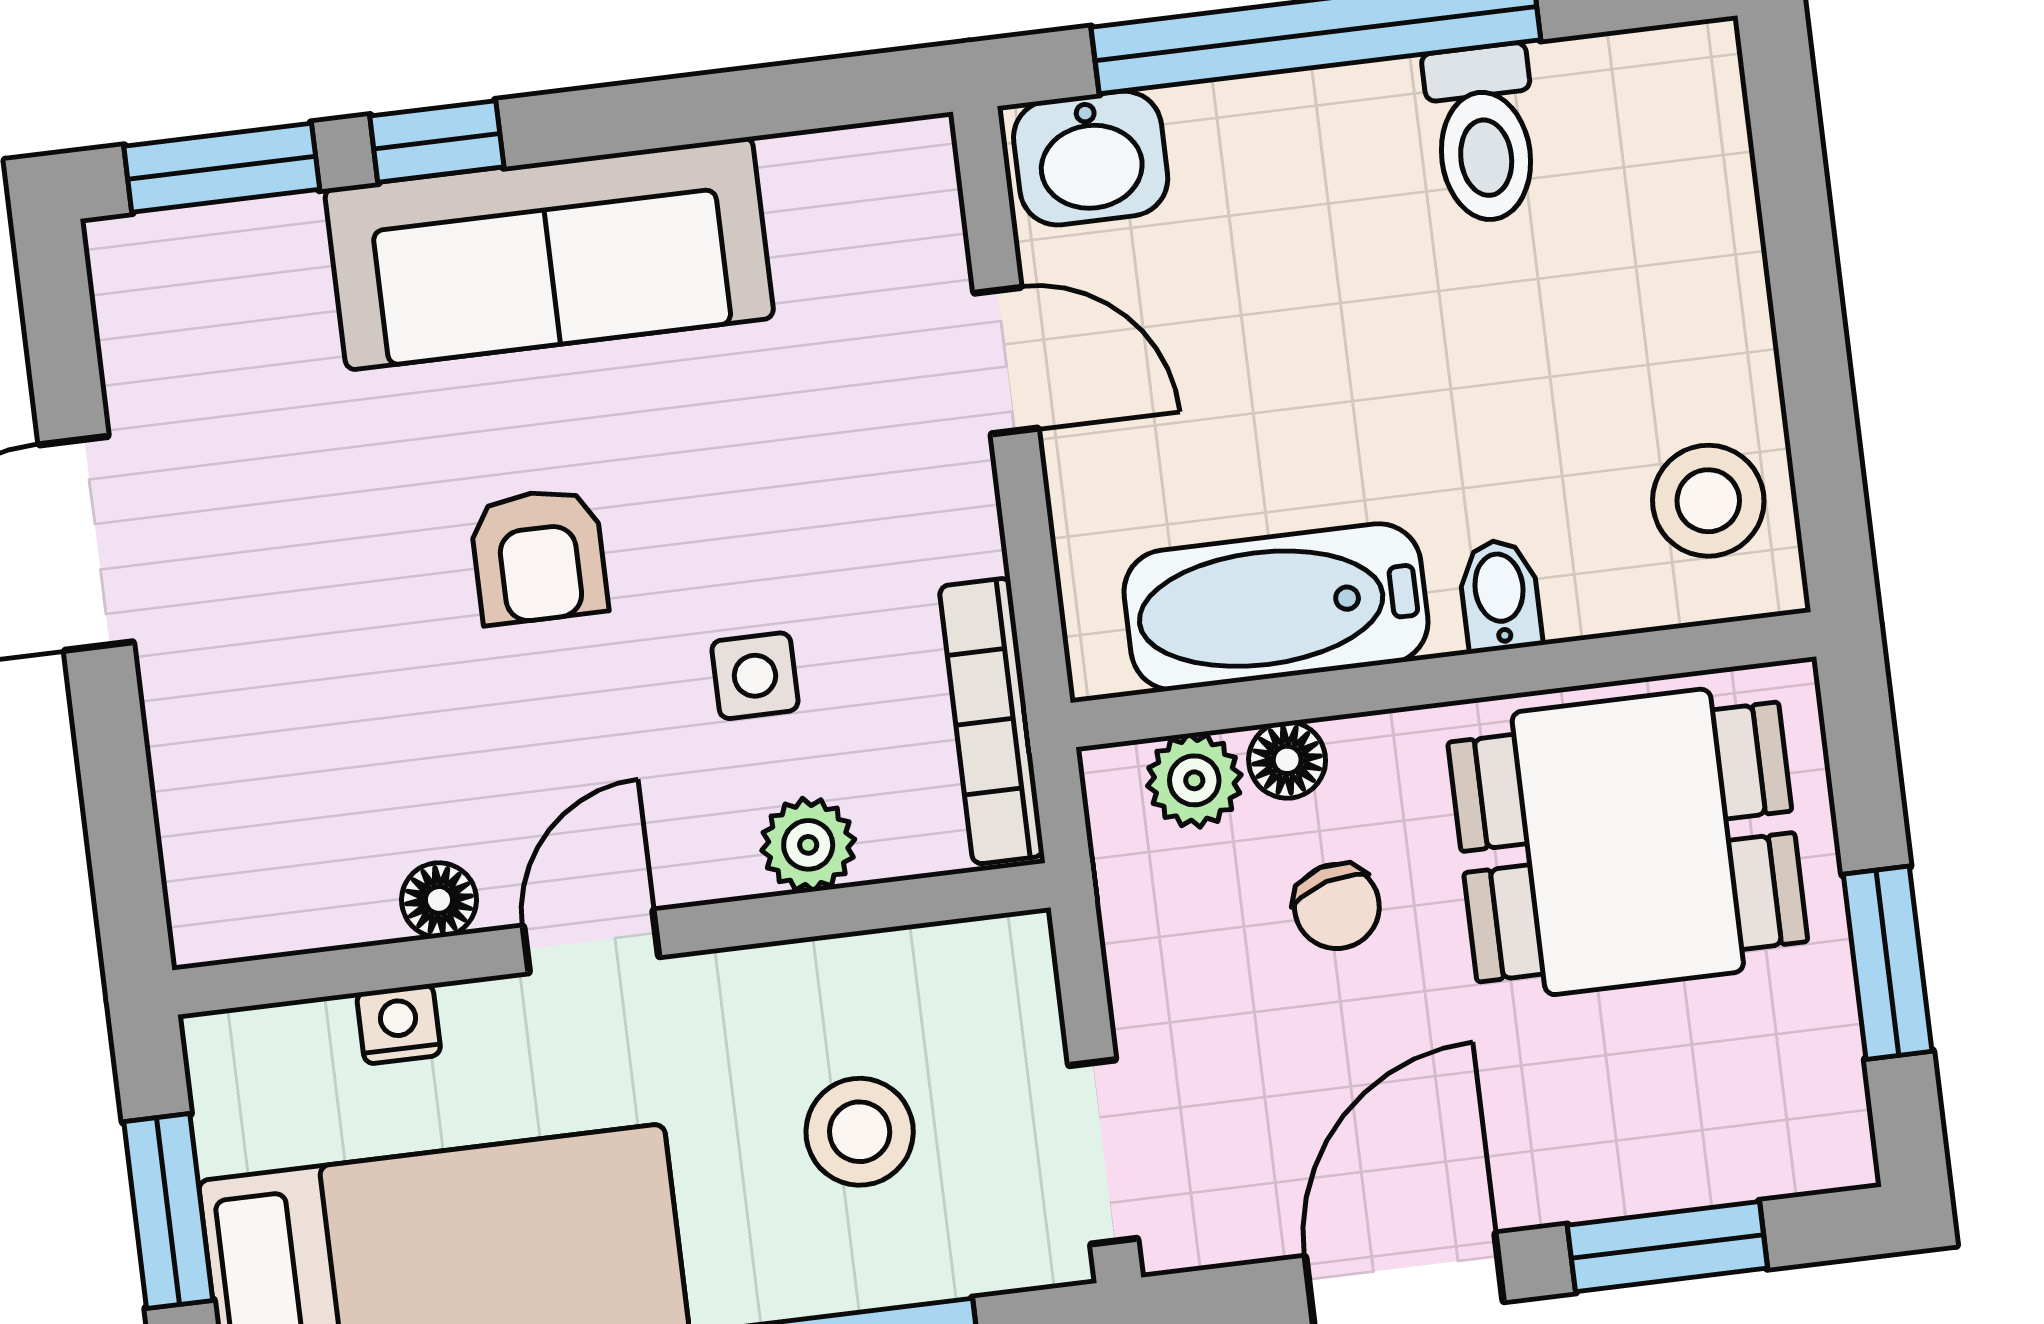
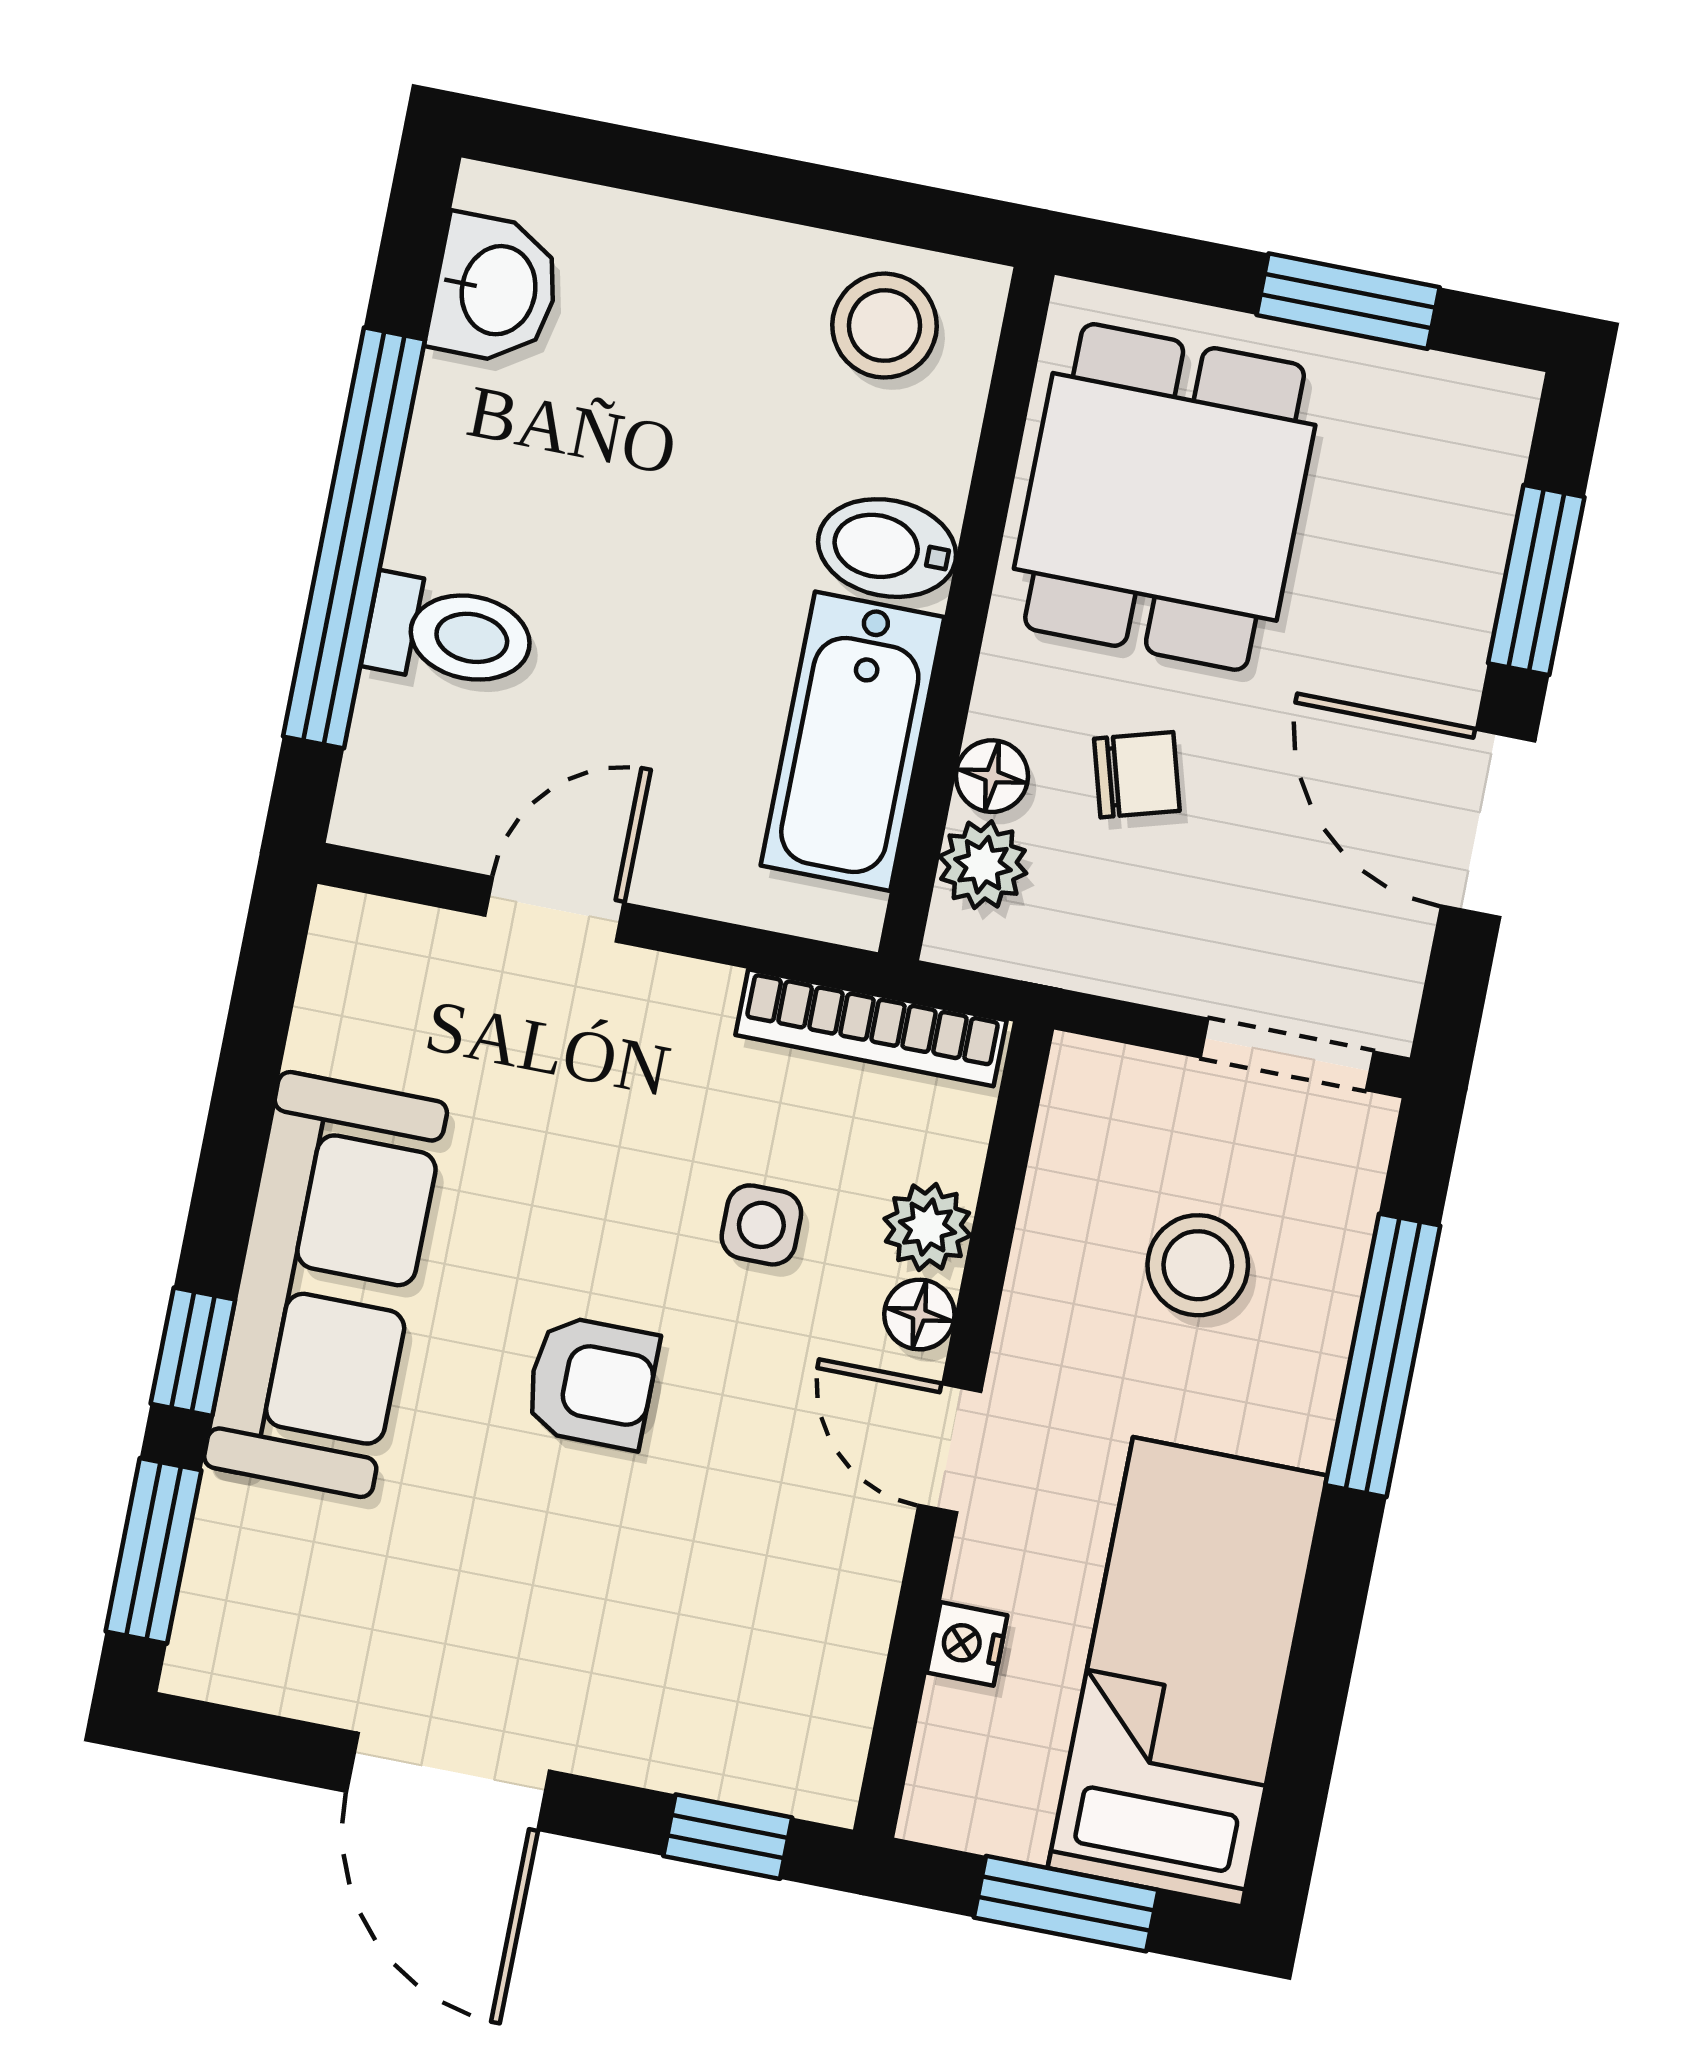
toilet: (1483, 134) -> (450, 634), moved
washbasin: (1091, 158) -> (495, 289), moved
bidet: (1500, 595) -> (887, 548), width x1.38, depth x1.36
window: (123, 846) -> (728, 1837), added
floor lamp: (439, 900) -> (919, 1315), moved

